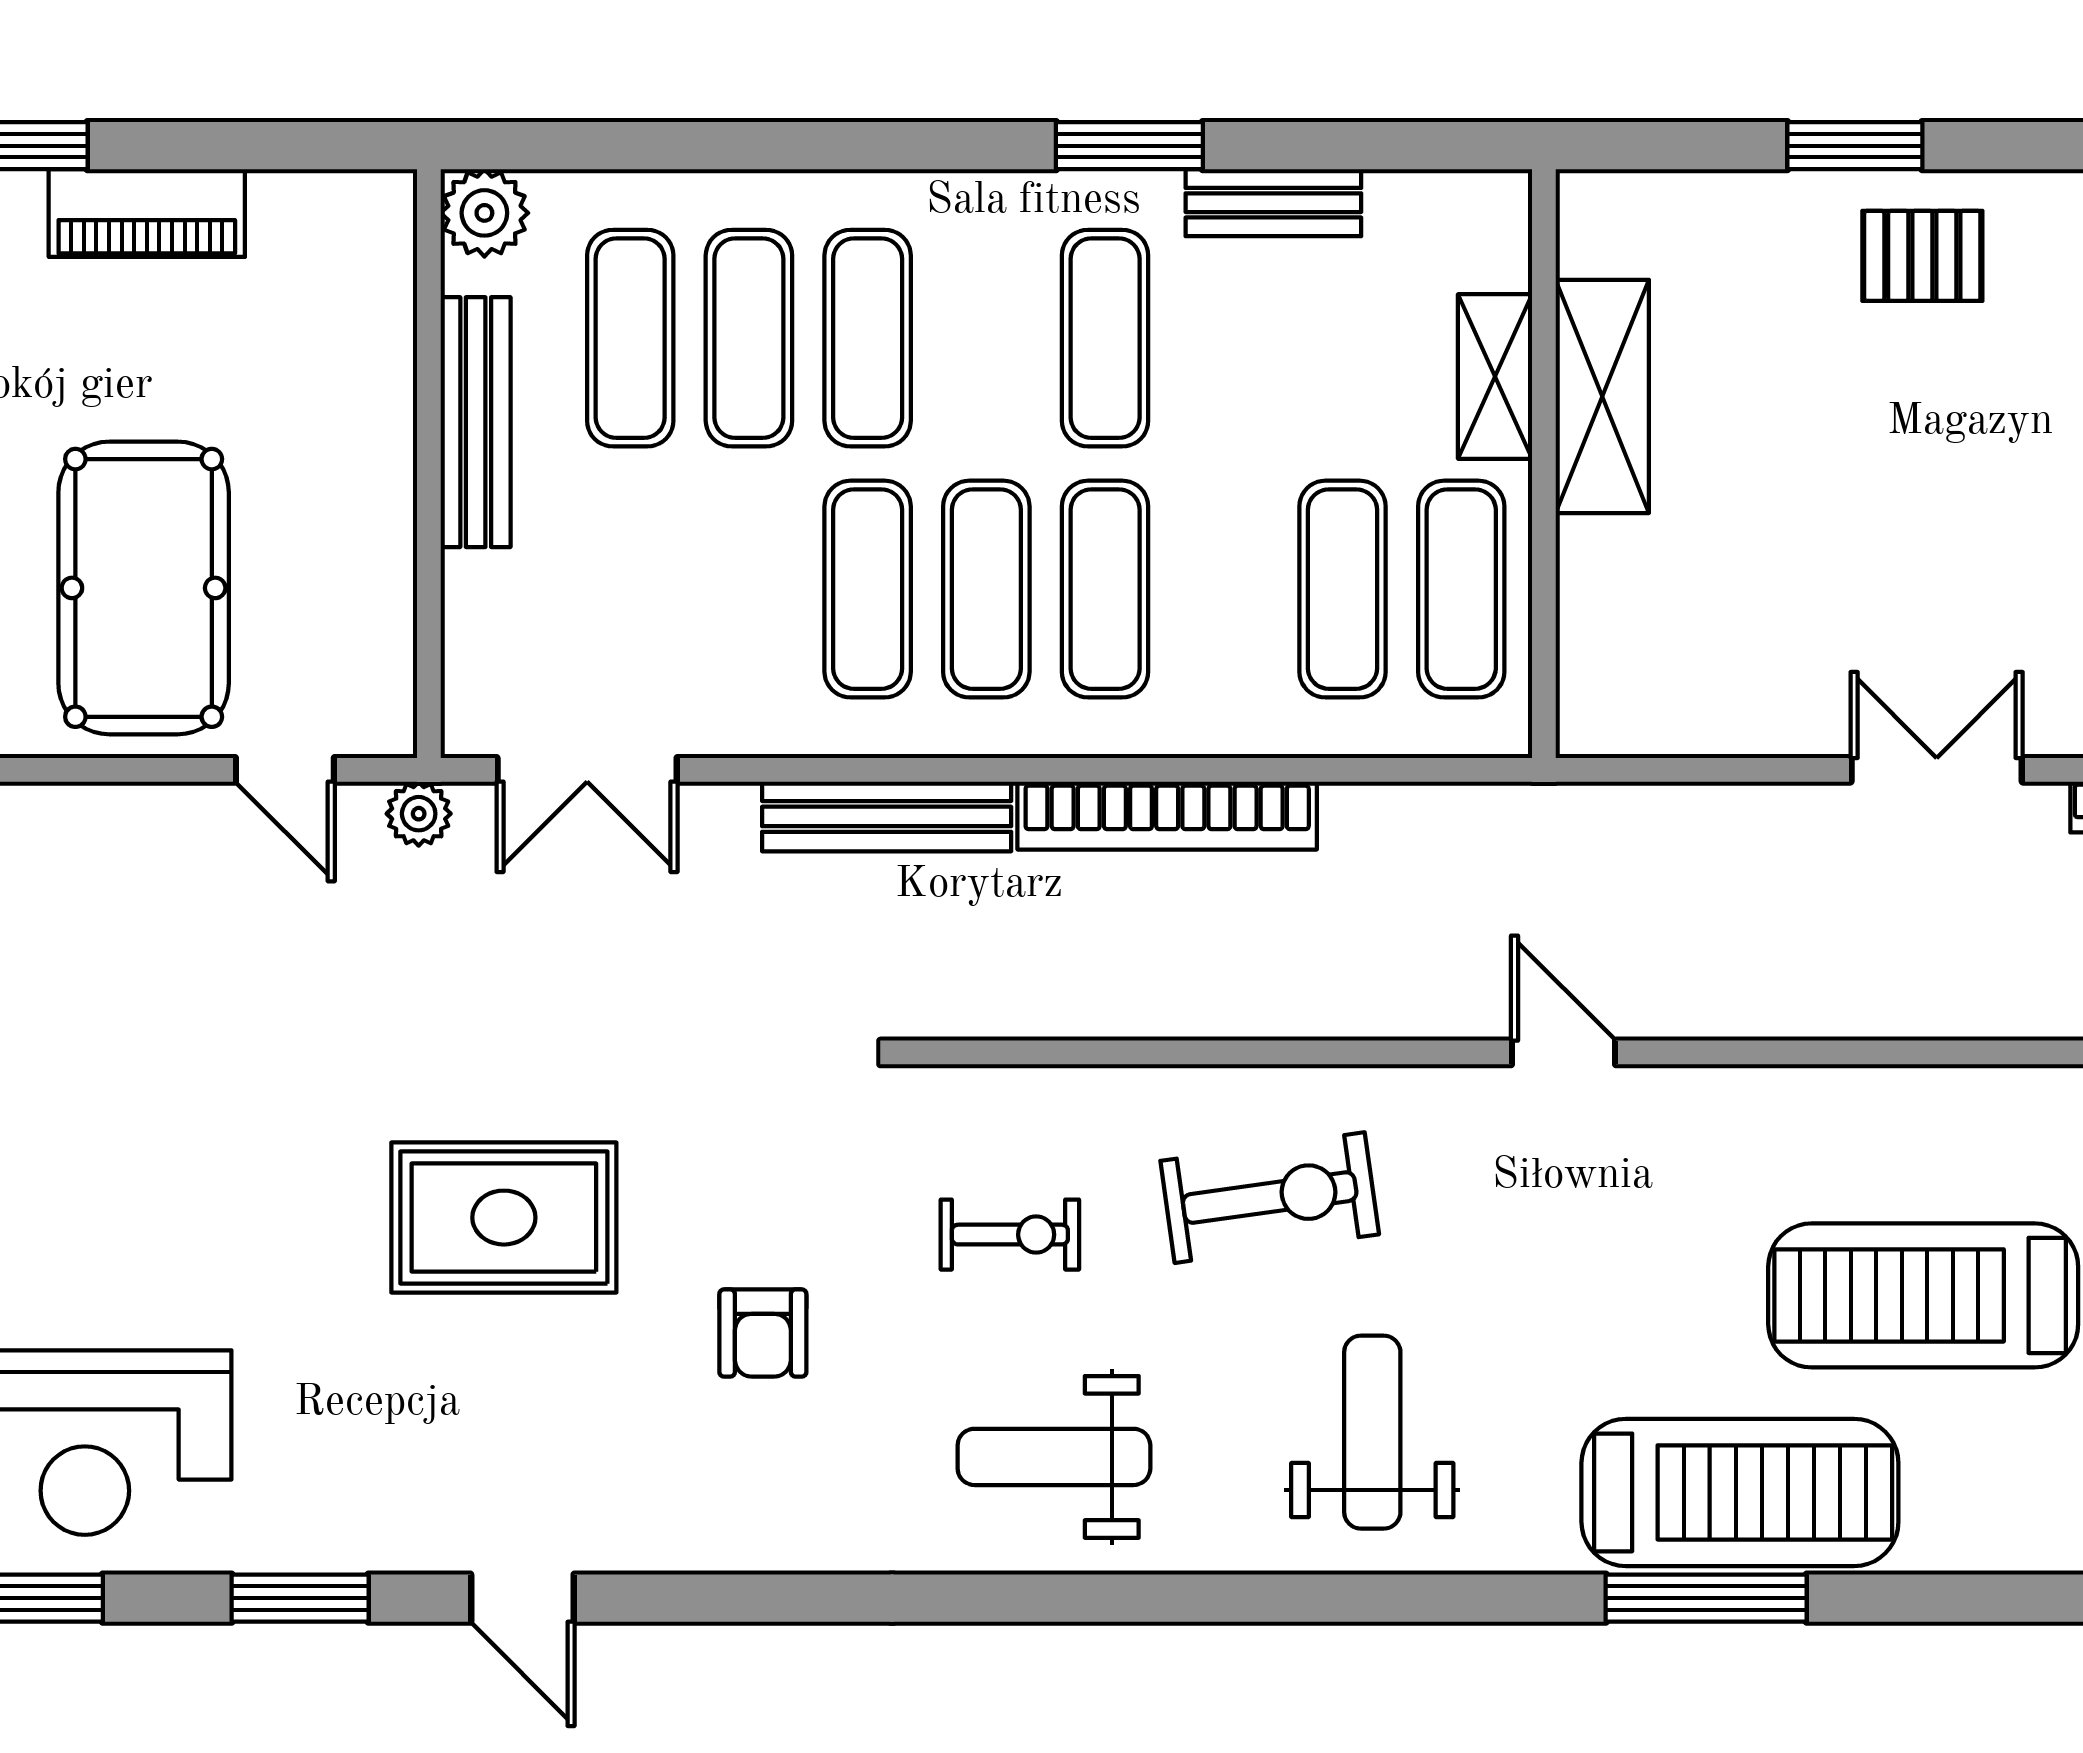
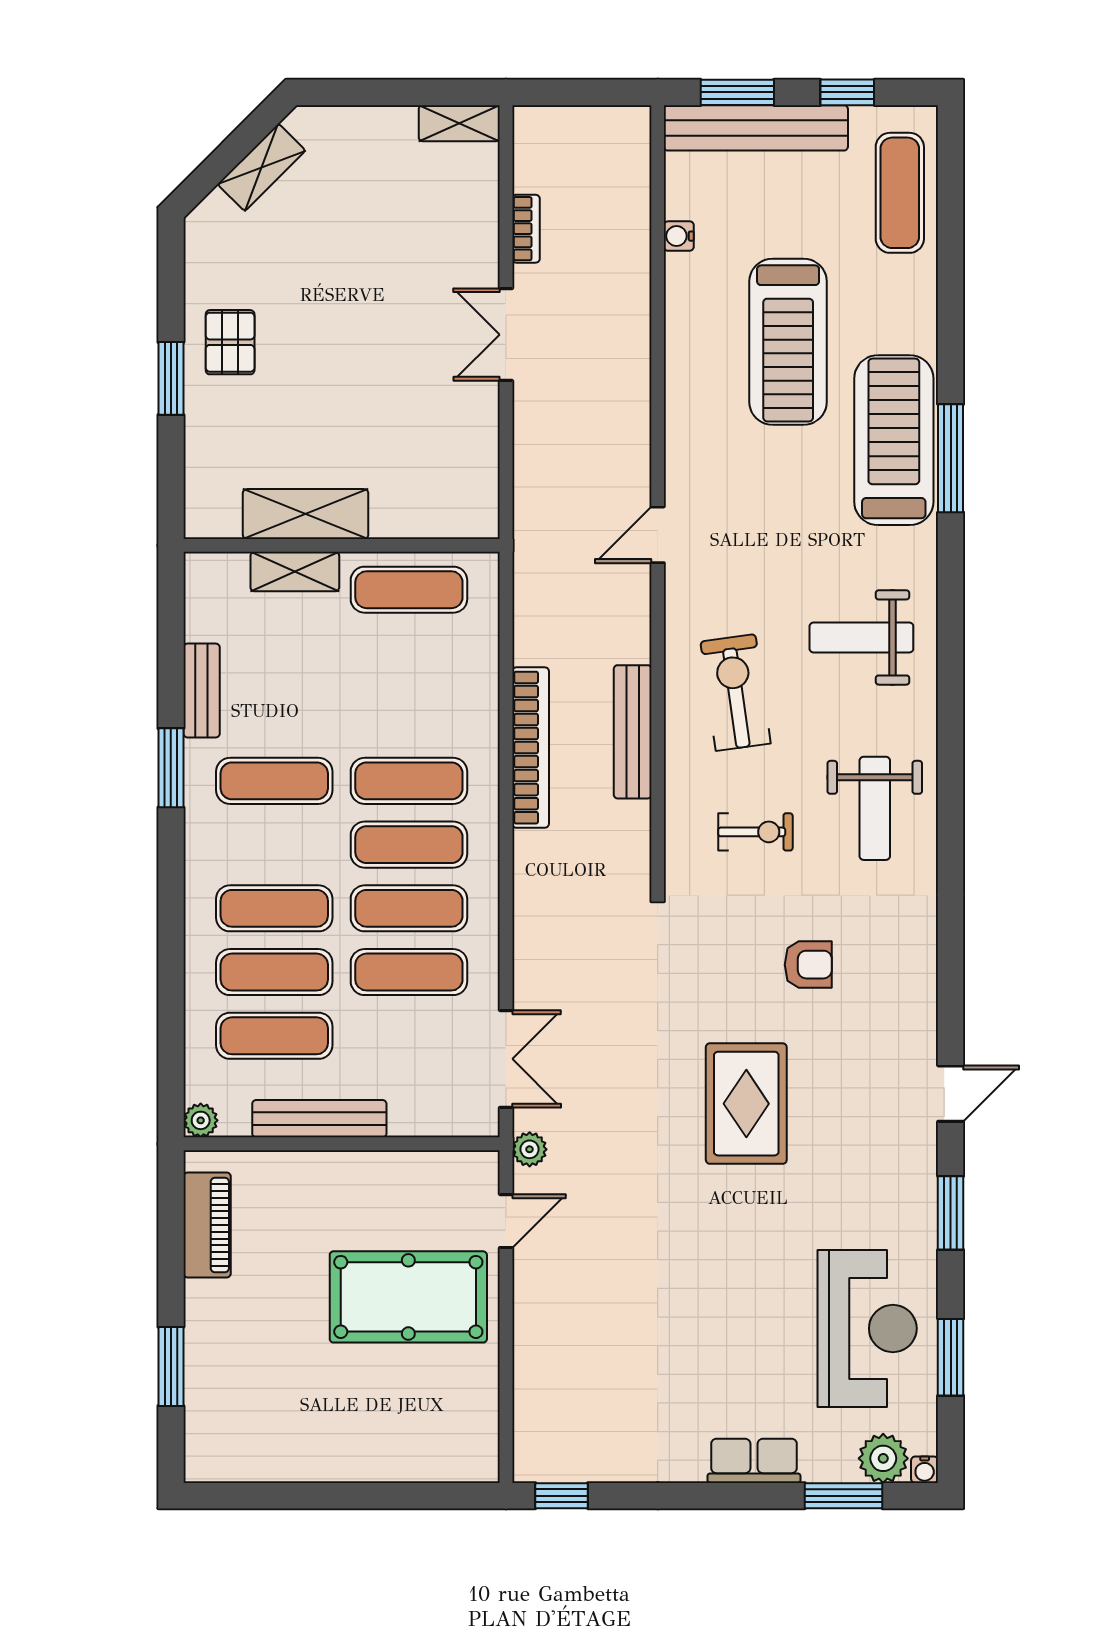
piano: (147, 213) -> (207, 1225), moved
plant: (484, 213) -> (201, 1120), width x0.73, depth x0.73
exercise mat: (1342, 589) -> (409, 972), moved
bench: (887, 816) -> (633, 732), moved
exercise bike: (1010, 1235) -> (755, 832), turned 90

